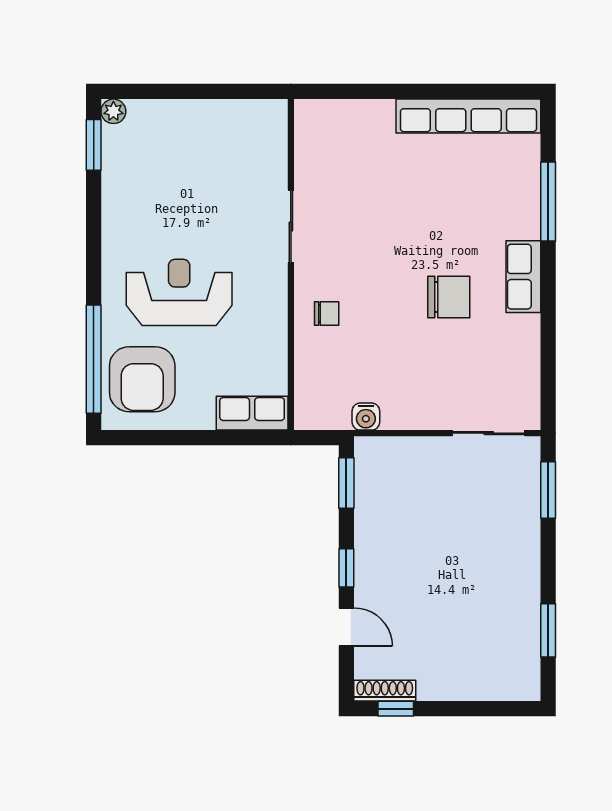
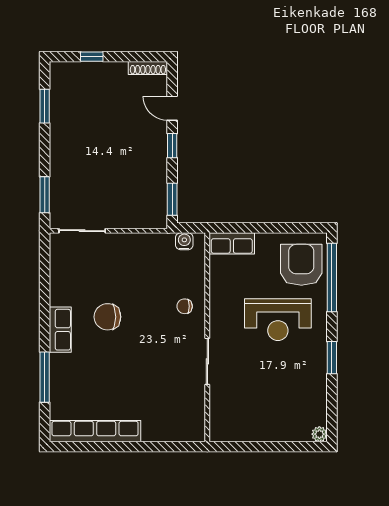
window: (94, 145) -> (332, 358), moved
water cooler: (366, 417) -> (184, 241), moved
window: (396, 709) -> (92, 57), moved

